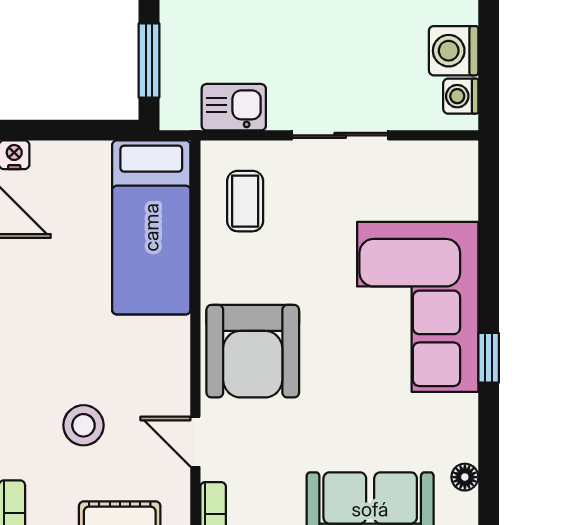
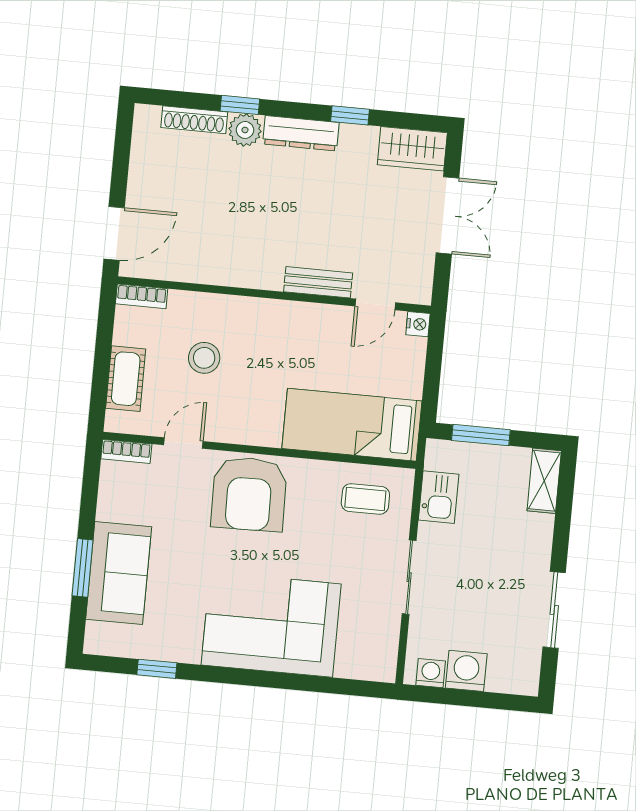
armchair: (253, 351) -> (249, 494), turned -91
window: (489, 358) -> (157, 669), moved
floor lamp: (465, 477) -> (136, 648), removed

